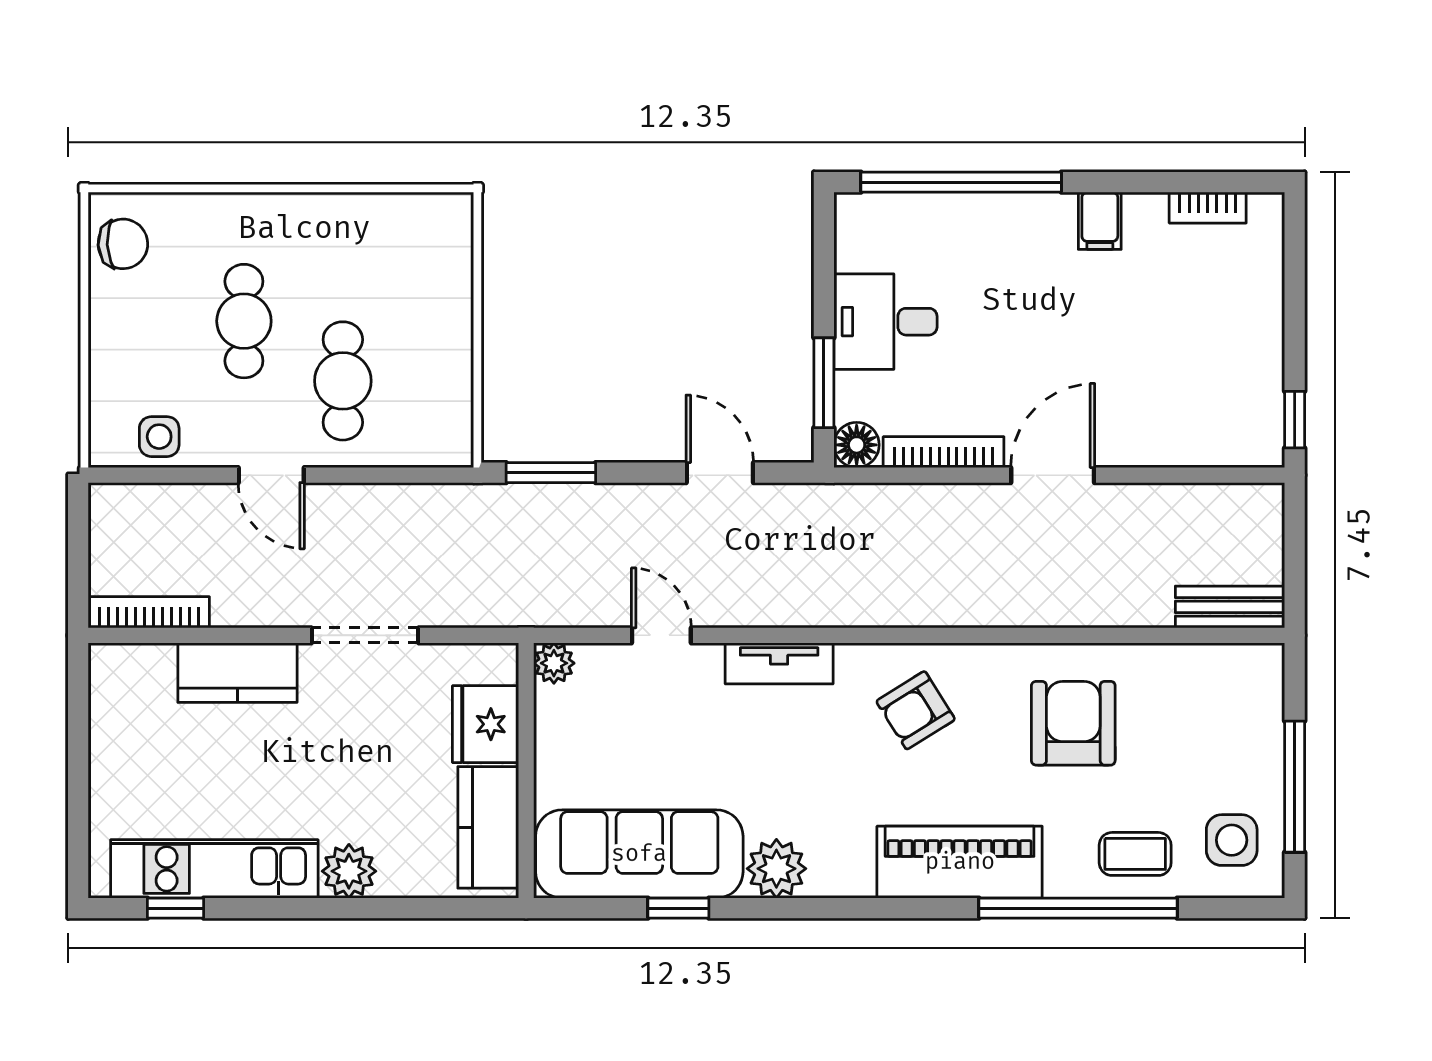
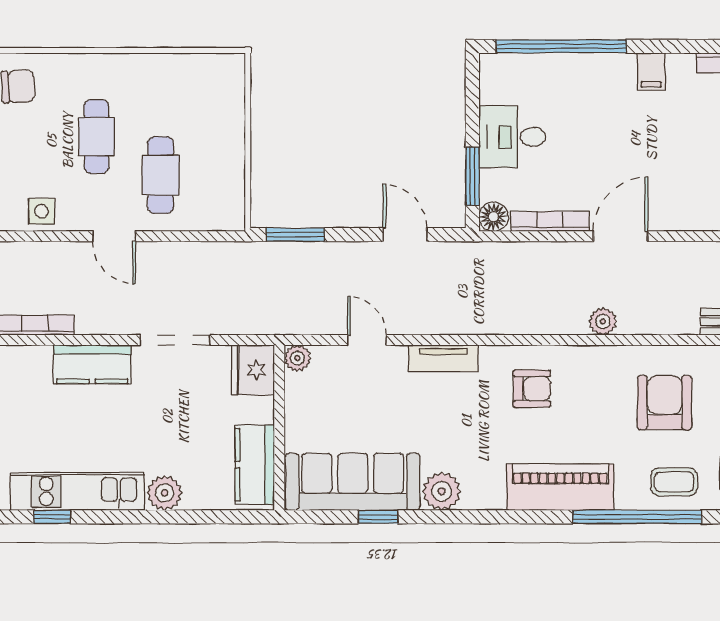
plant: (1025, 607) -> (603, 321), added
armchair: (916, 710) -> (532, 389), turned -148
armchair: (1073, 723) -> (665, 403), moved
fridge: (485, 724) -> (253, 370), moved

